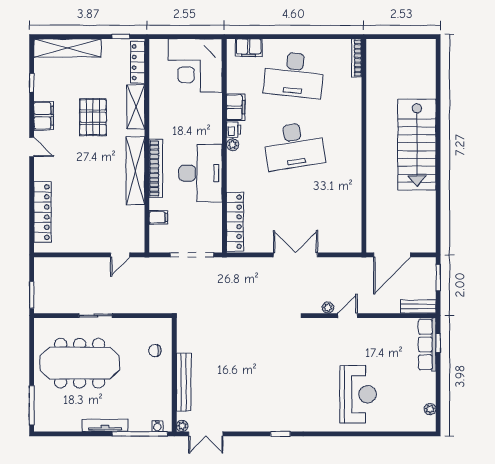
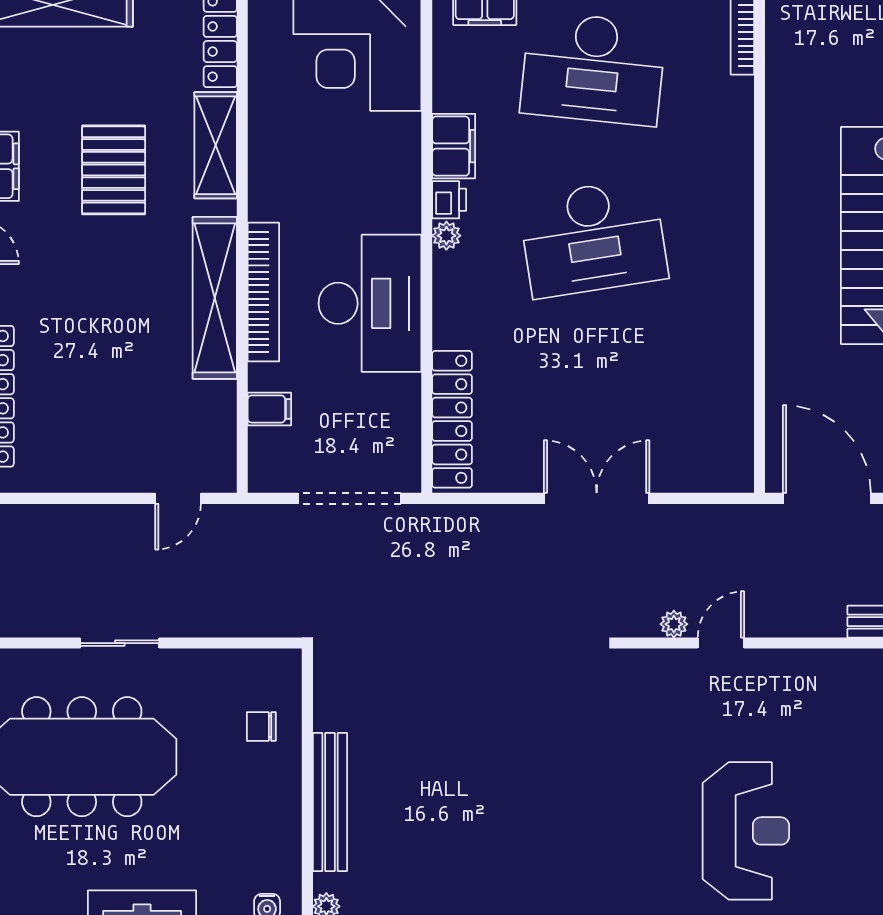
door: (392, 255) -> (827, 498), swing flipped

